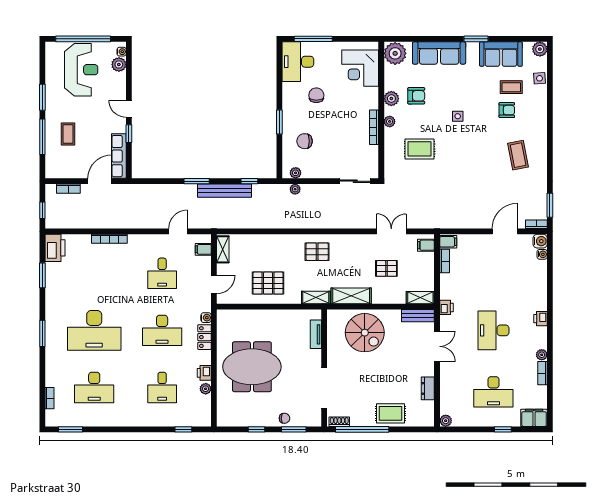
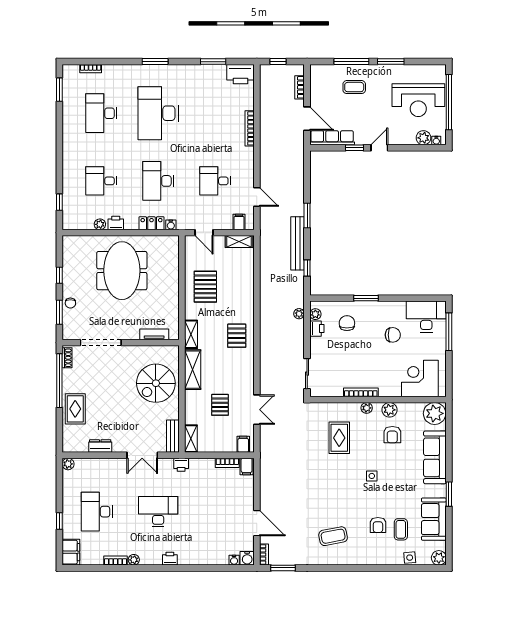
printer: (310, 171) -> (317, 329), added

